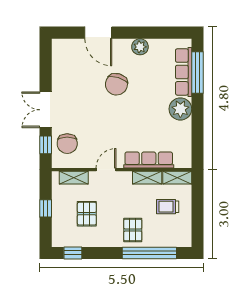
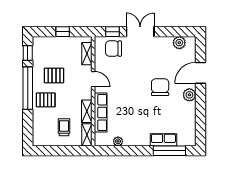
plant: (140, 47) -> (189, 95), moved
plant: (60, 60) -> (179, 43), added
row of seats: (184, 72) -> (163, 140), width x0.68
chair: (116, 84) -> (160, 87), turned 73
plant: (180, 109) -> (118, 141), moved, width x0.53, depth x0.53
pallet: (87, 214) -> (54, 75), moved
window: (149, 253) -> (28, 88), moved

